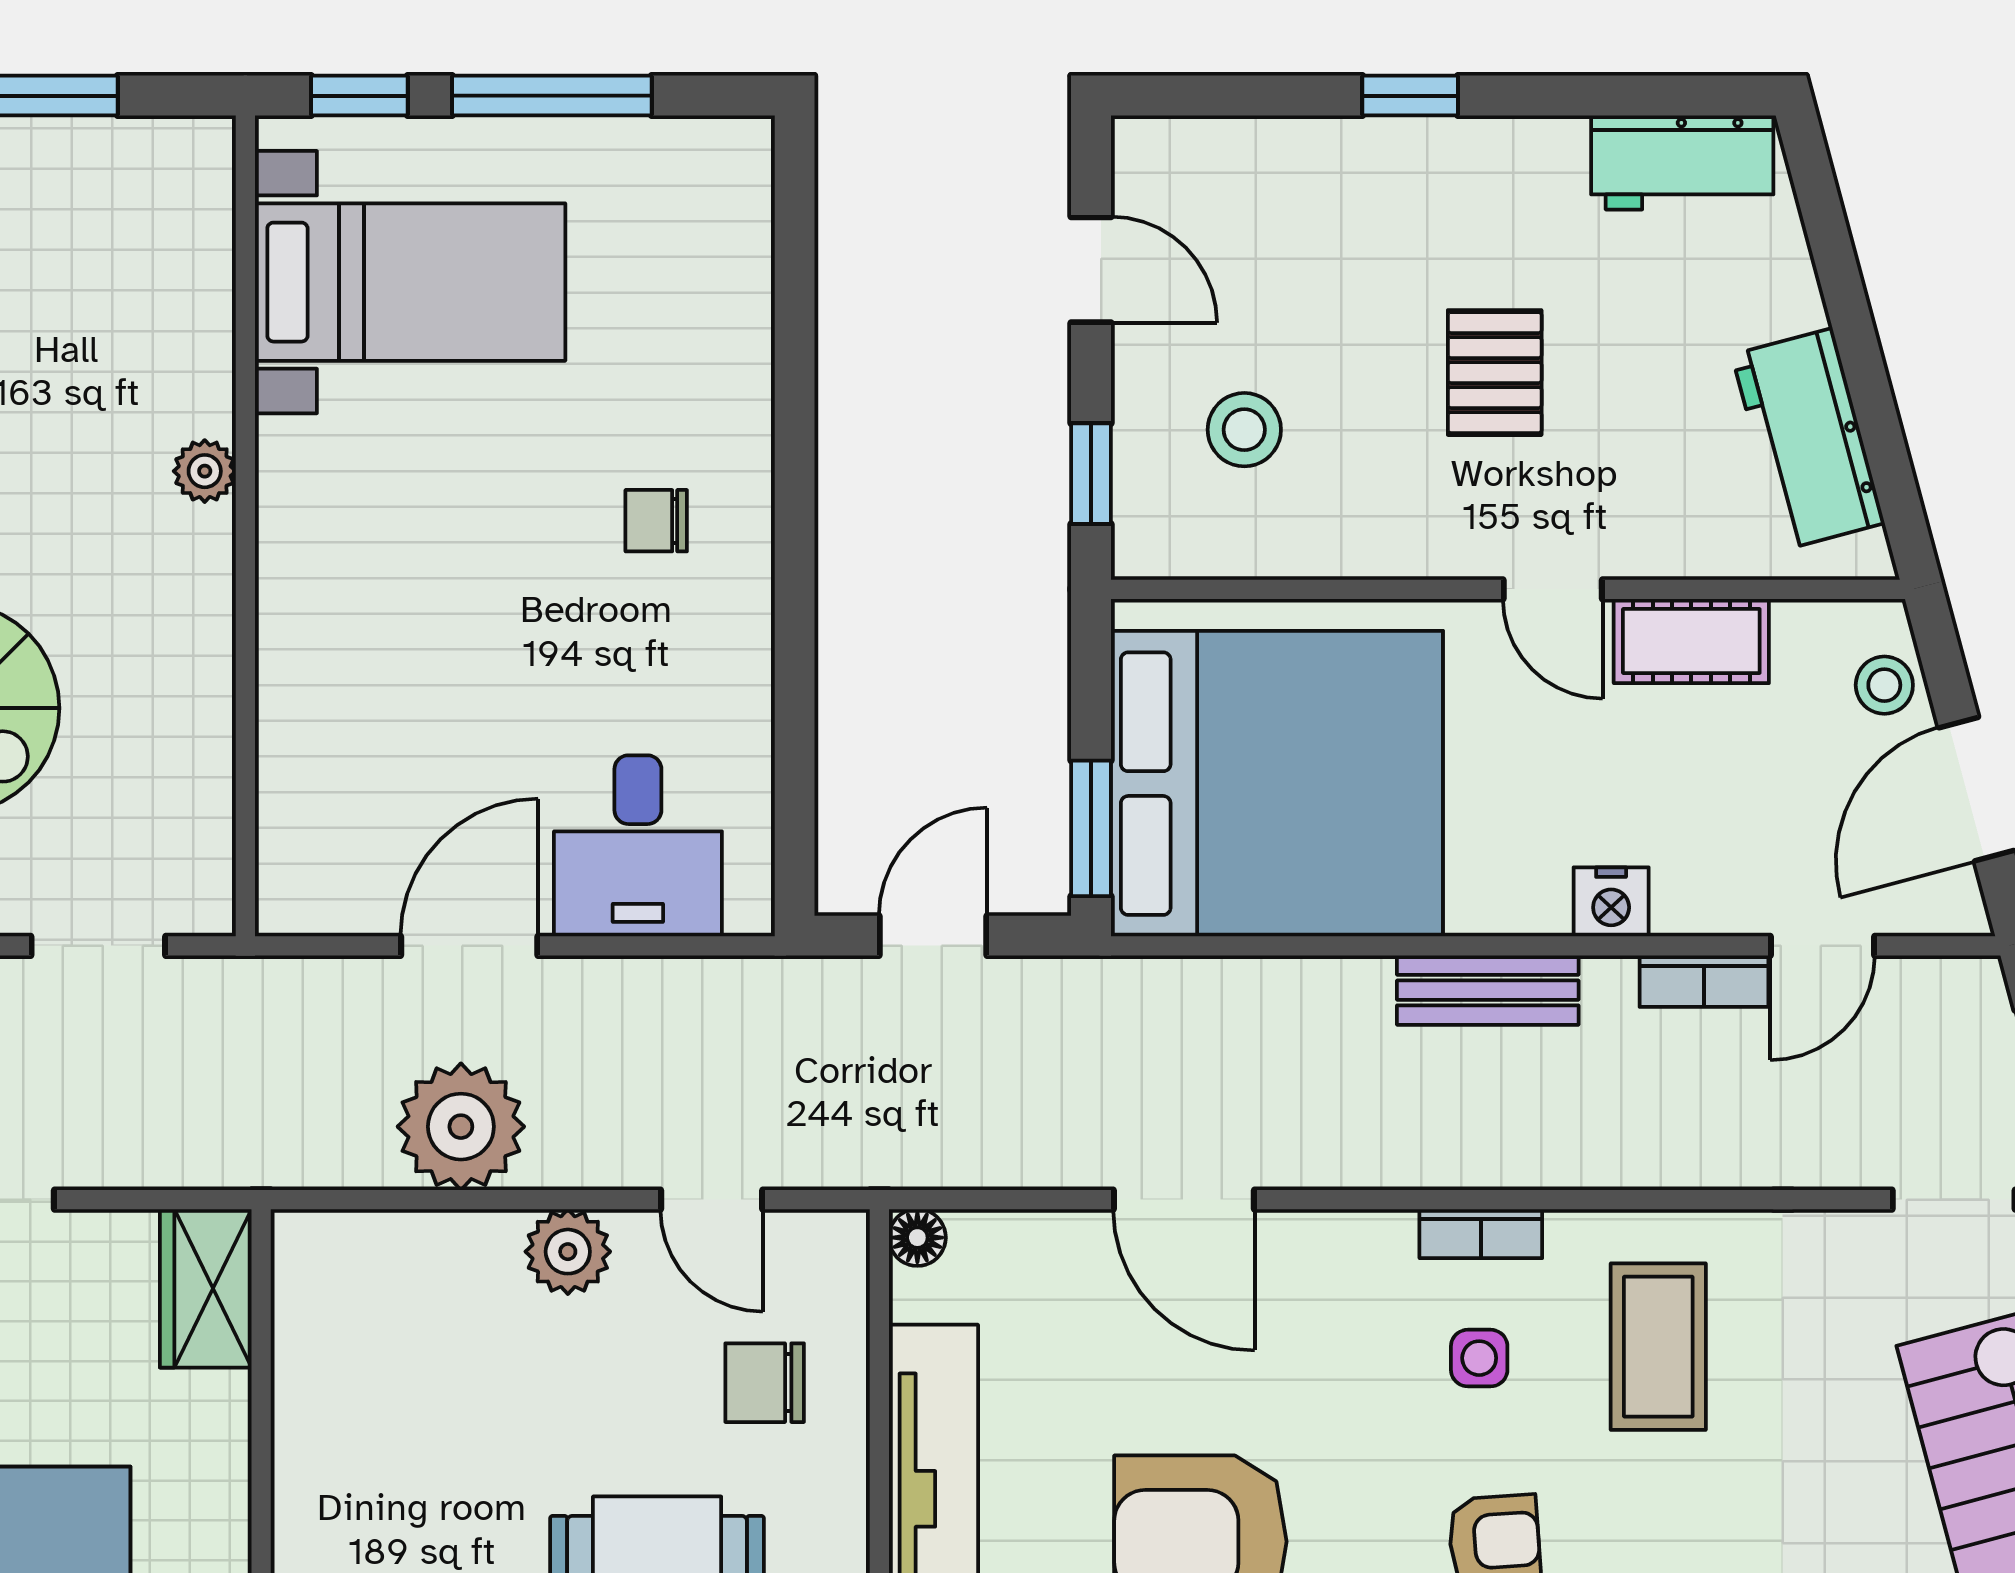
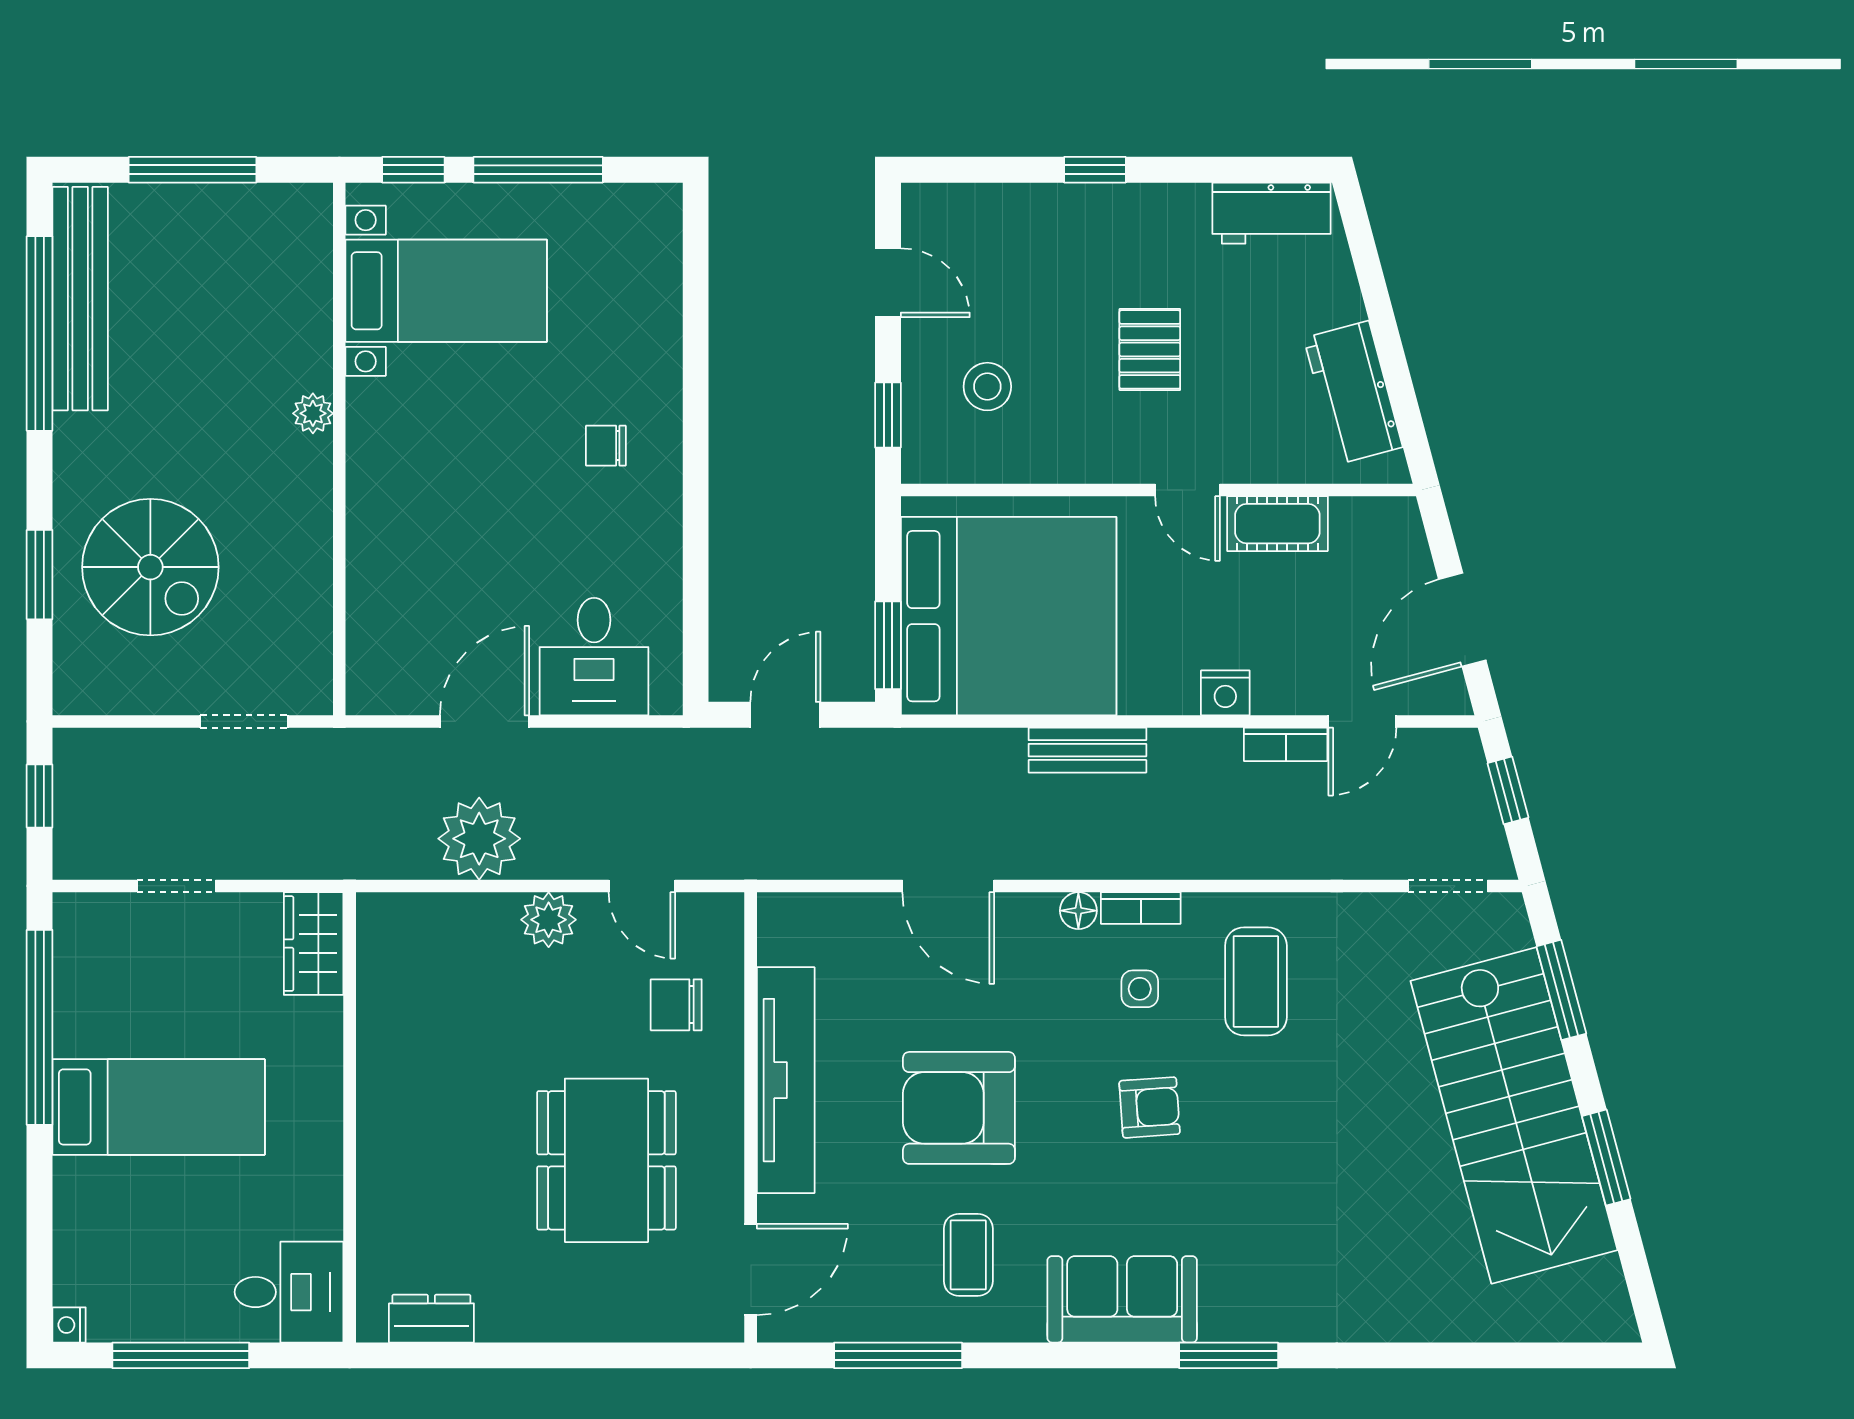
stool: (1884, 685) -> (1403, 552), removed
bench: (1488, 990) -> (1087, 750), moved
floor lamp: (917, 1238) -> (1078, 911), moved

